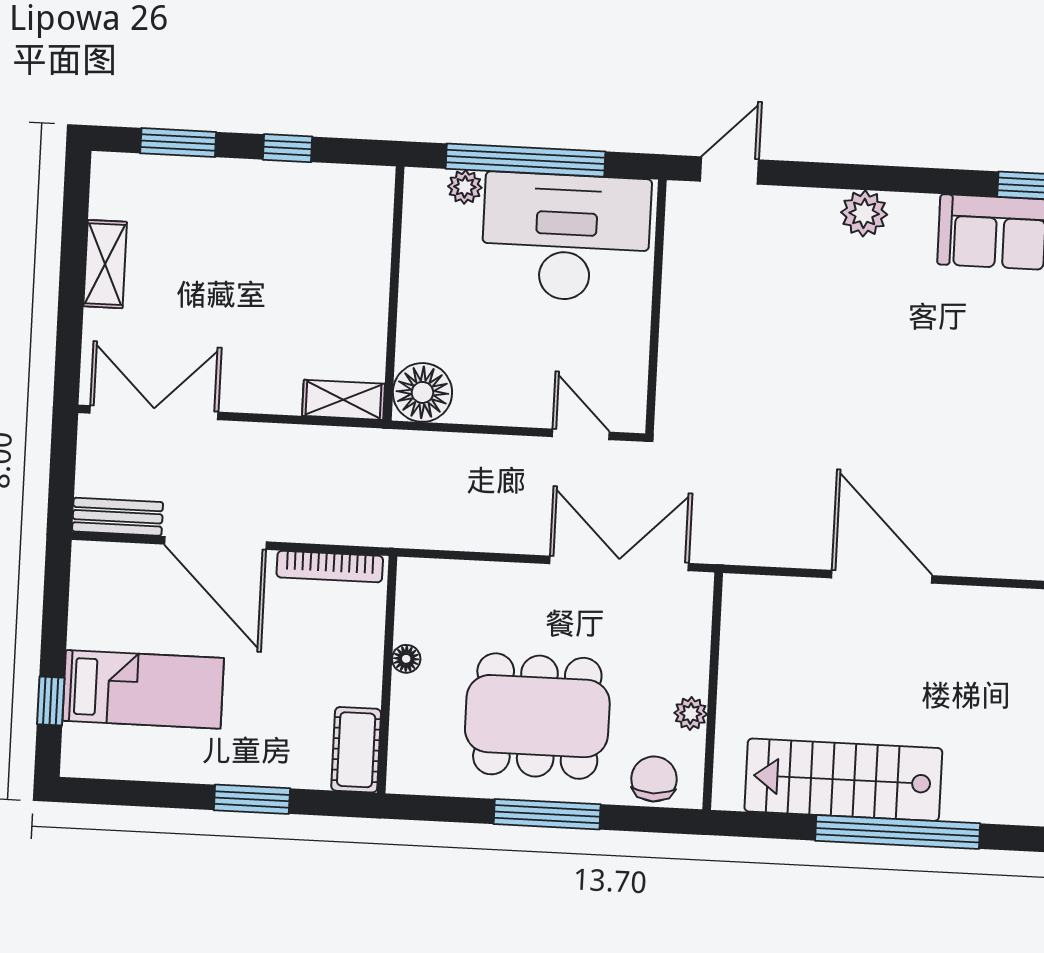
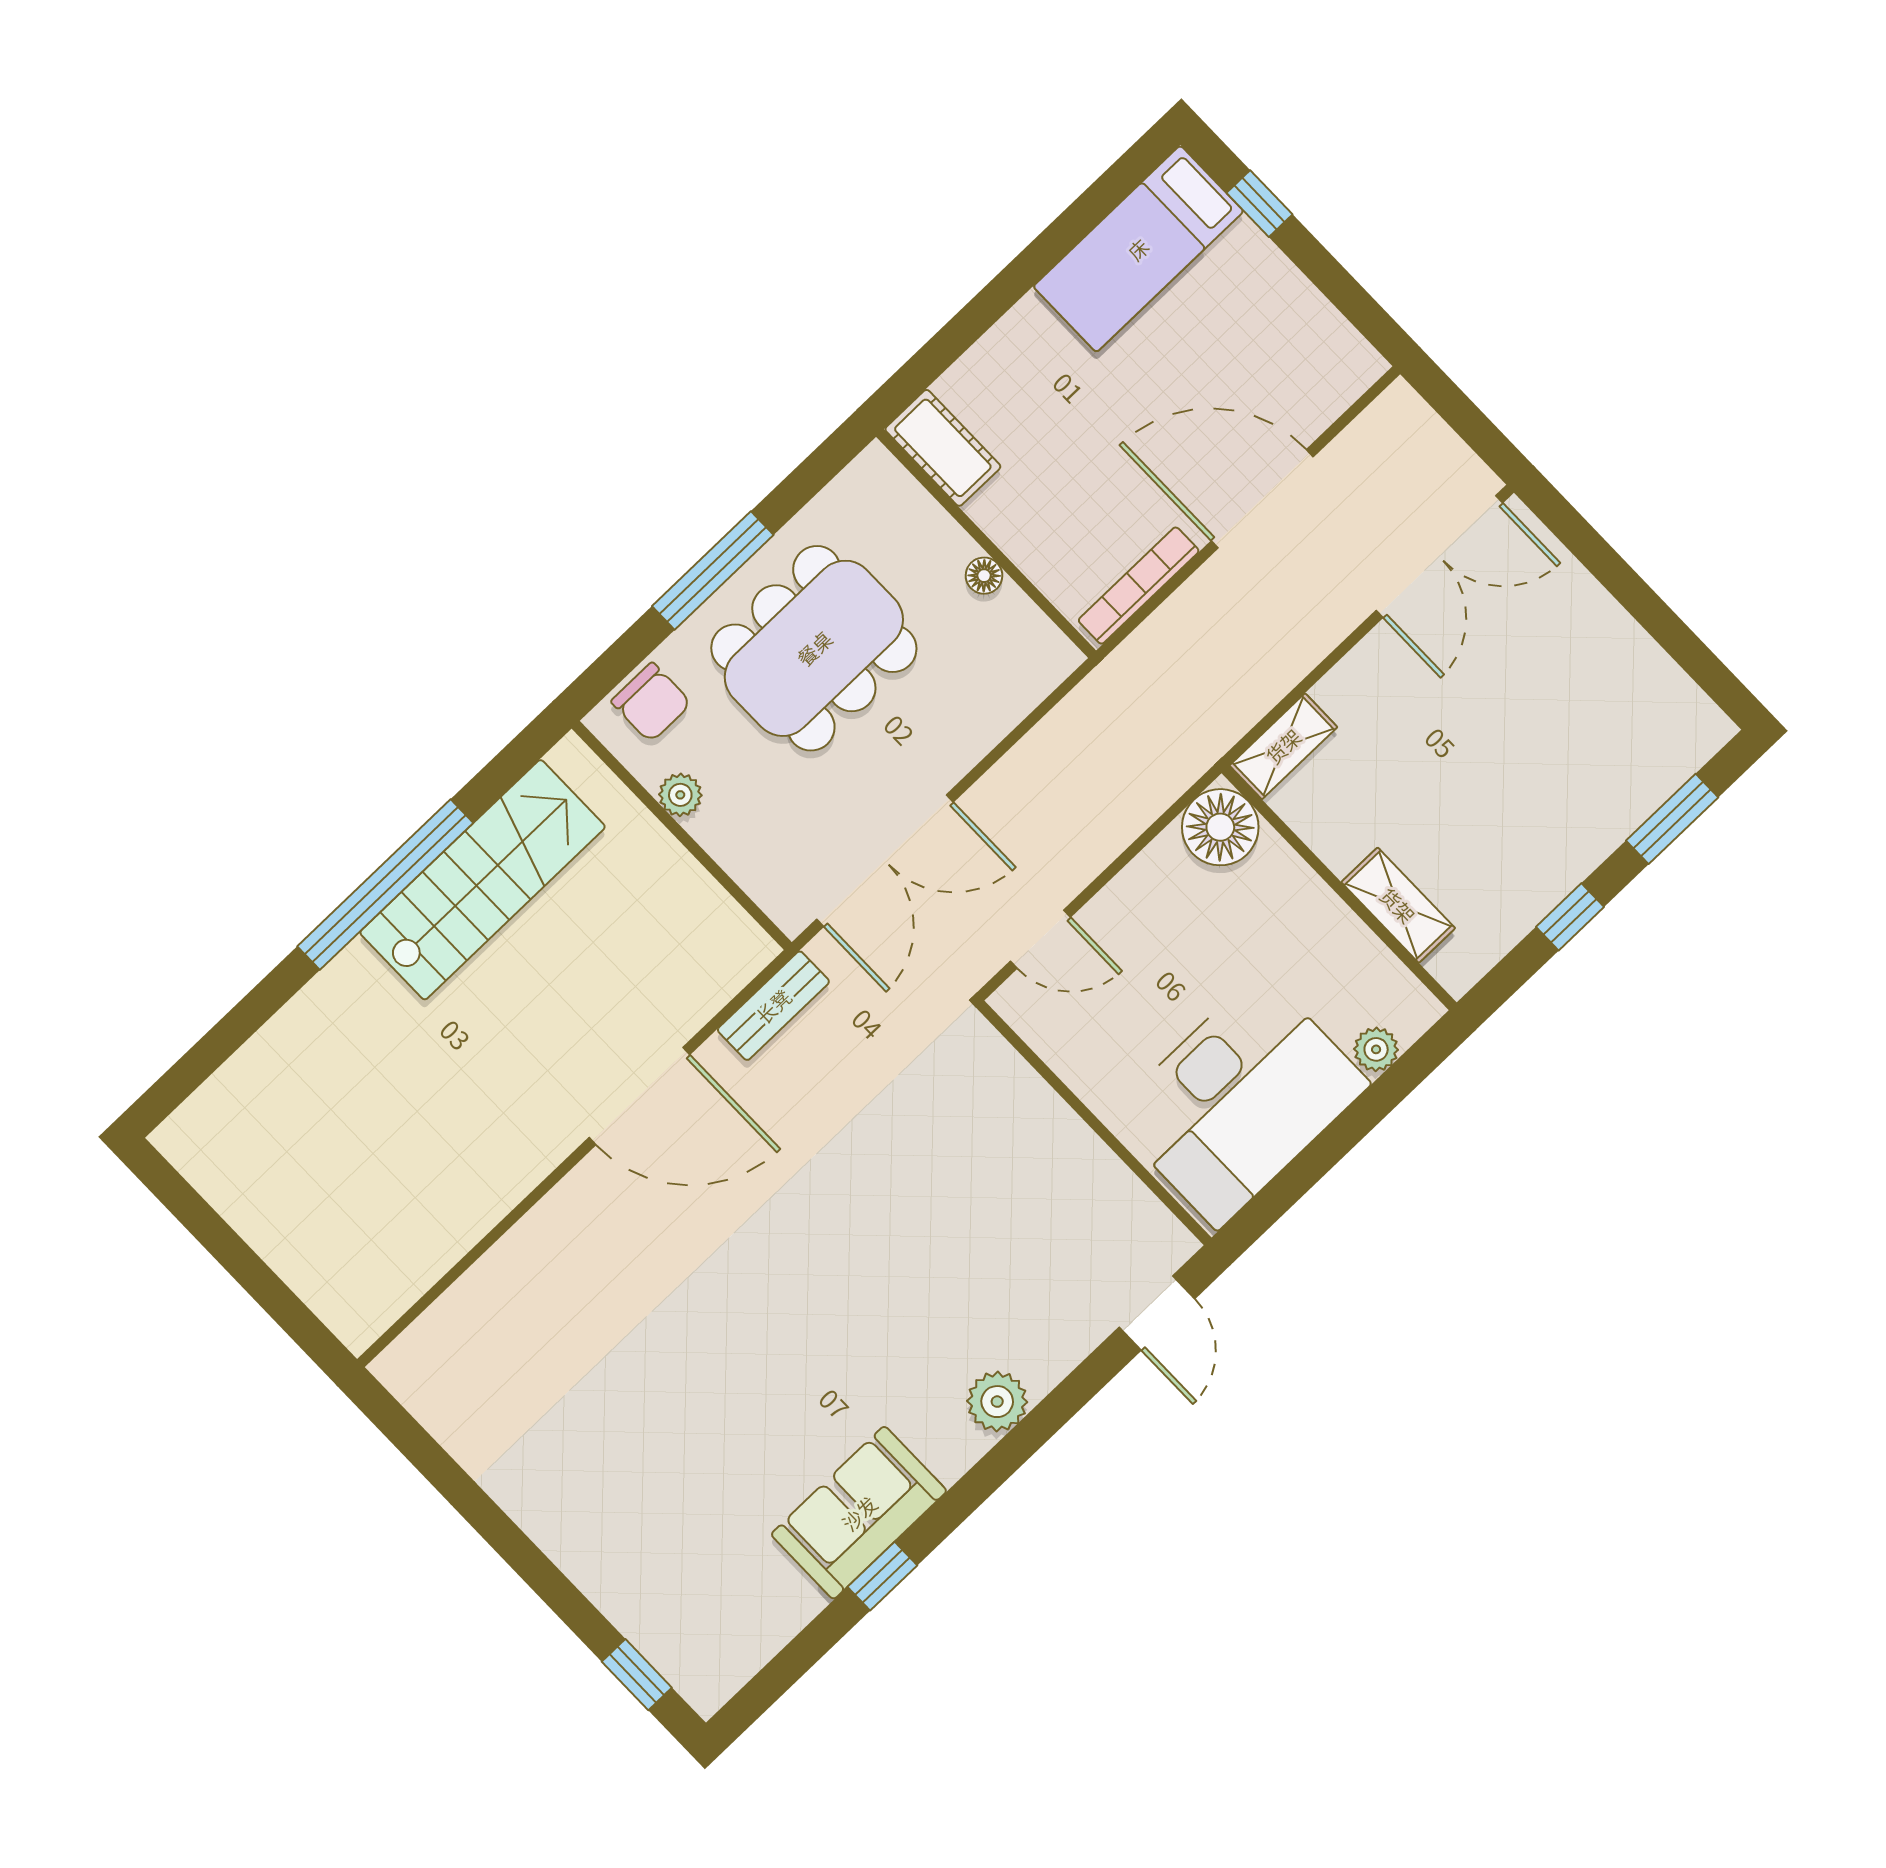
window: (526, 160) -> (1347, 1130), removed
shelving: (105, 264) -> (1398, 905), moved
bench: (118, 517) -> (773, 1006), moved
bed: (143, 689) -> (1138, 249), moved
window: (252, 799) -> (989, 306), removed

